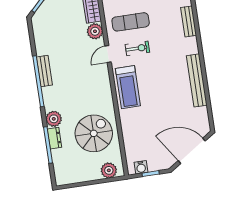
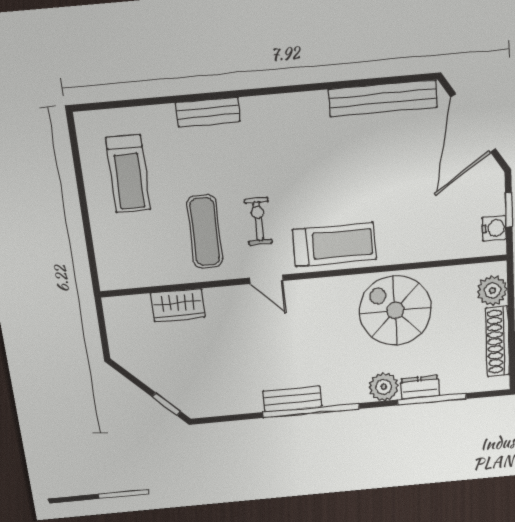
plant: (95, 31) -> (221, 302), removed
bench: (197, 80) -> (383, 98), moved
spiral stairs: (94, 133) -> (395, 310), moved
shoe rack: (82, 177) -> (498, 342), added

